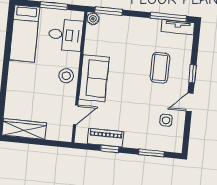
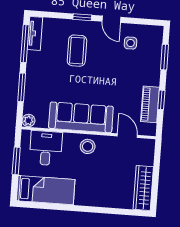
window: (109, 11) -> (22, 87), moved
coffee table: (160, 68) -> (77, 51), turned 90
sofa: (94, 78) -> (81, 117), width x1.36

